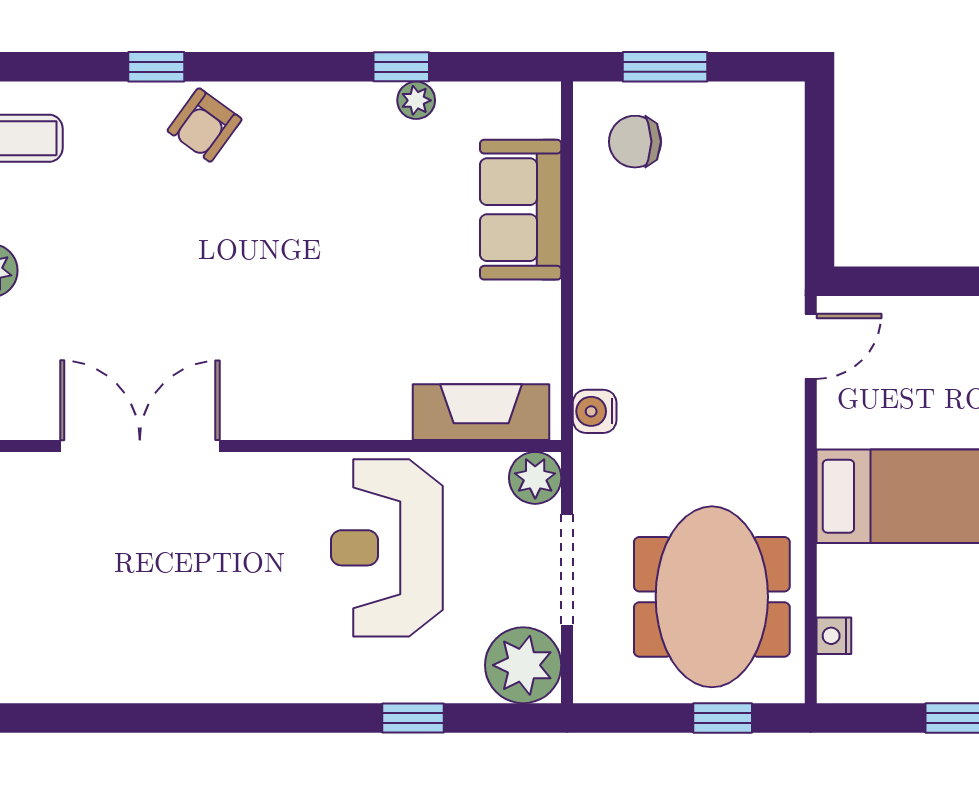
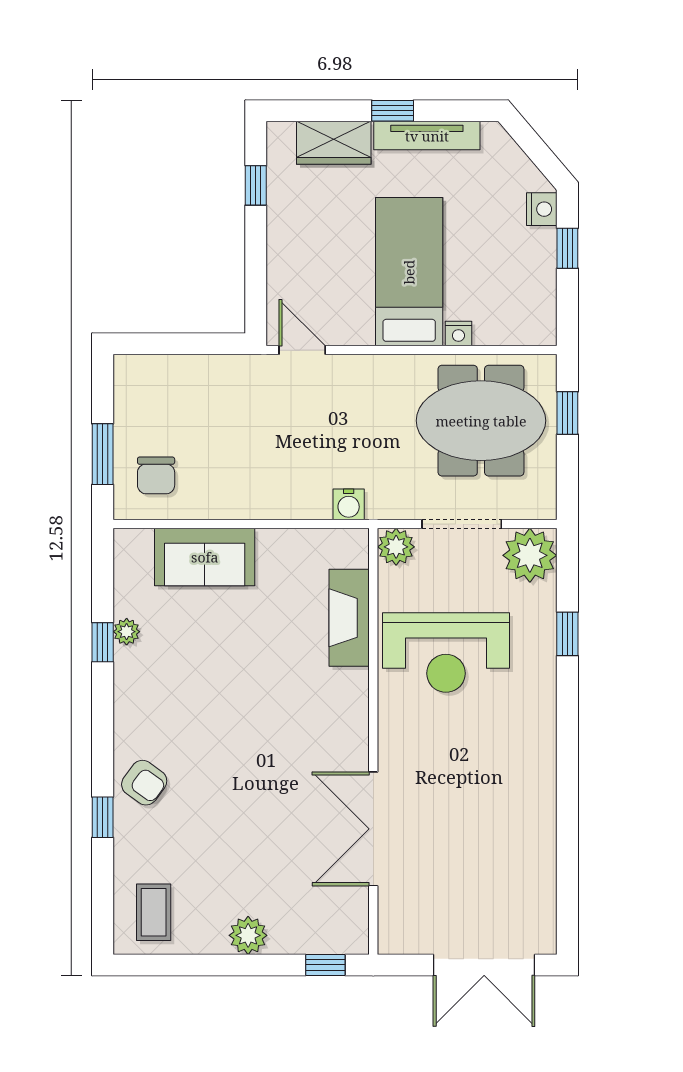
fireplace: (481, 412) -> (349, 618), moved
nightstand: (834, 636) -> (458, 334), moved

